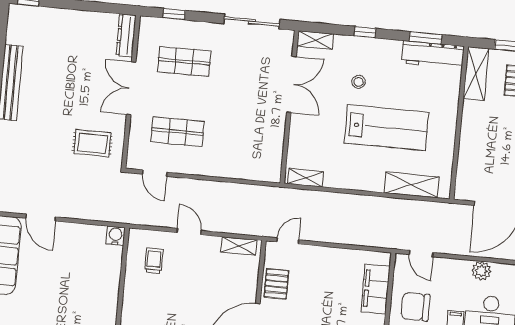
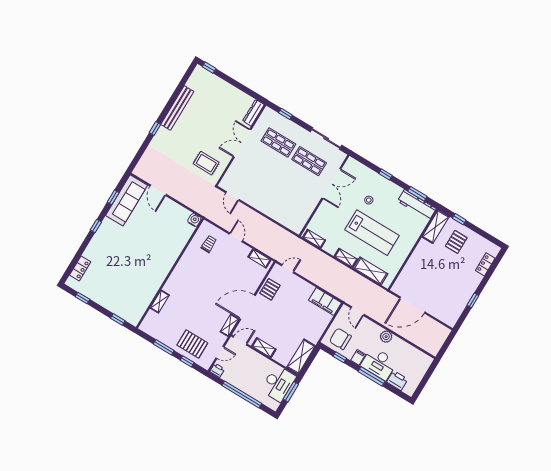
shelving: (315, 40) -> (346, 258), moved
shop shelf: (177, 132) -> (309, 161), moved
filing cabinet: (375, 289) -> (325, 302), moved, turned -90

